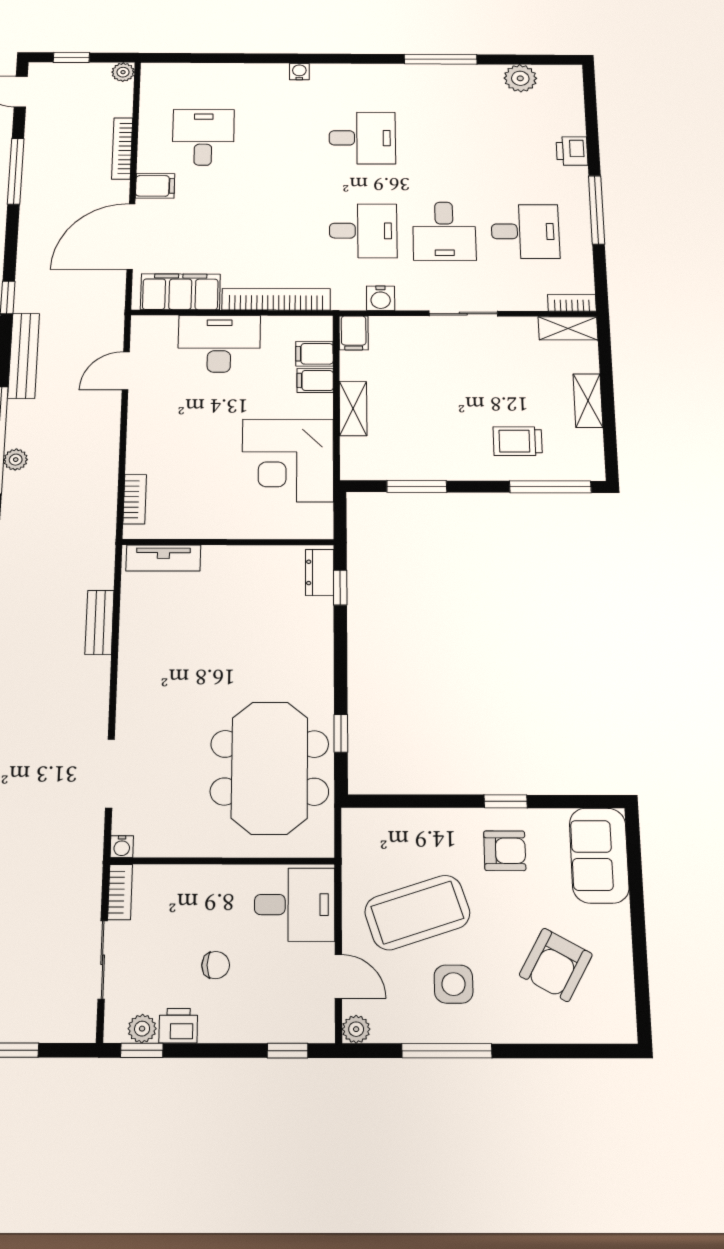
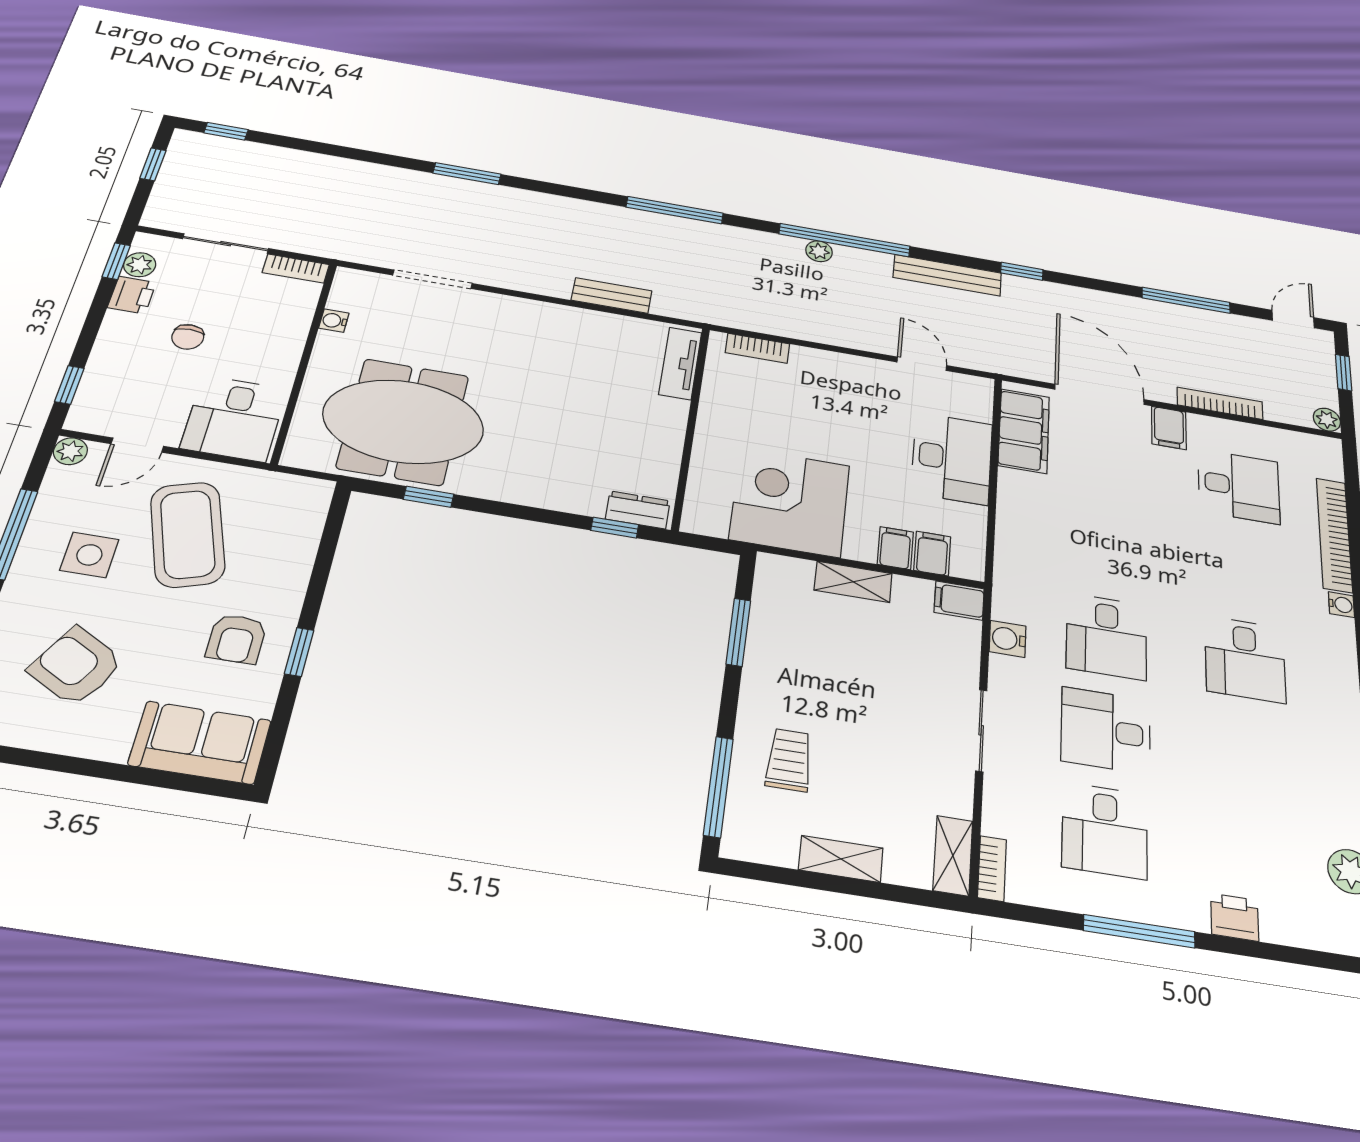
bookcase: (276, 299) -> (1334, 535), moved, turned 180
water cooler: (122, 847) -> (334, 321), moved

